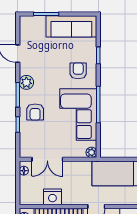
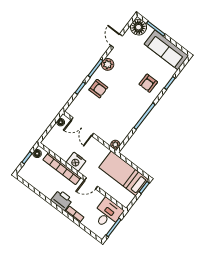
floor lamp: (29, 25) -> (138, 27), added
armchair: (78, 71) -> (148, 83), turned 180
armchair: (35, 112) -> (98, 89), turned -90
corner sofa: (78, 115) -> (126, 112), removed
nightstand: (52, 197) -> (76, 162), moved

